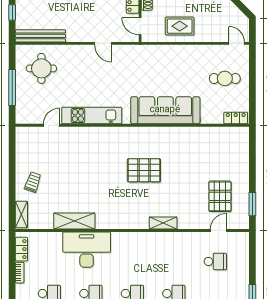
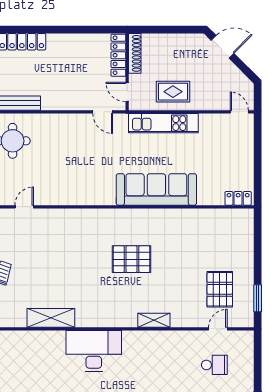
door: (103, 43) -> (103, 112), moved
cafe table: (225, 78) -> (225, 152), removed
kitchen unit: (92, 116) -> (163, 123), moved, turned 180
desk: (87, 250) -> (94, 351), moved

